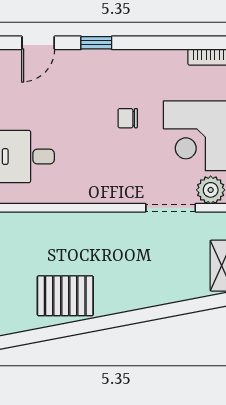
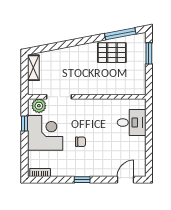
window: (96, 43) -> (82, 180), moved
window: (49, 333) -> (120, 34), added

